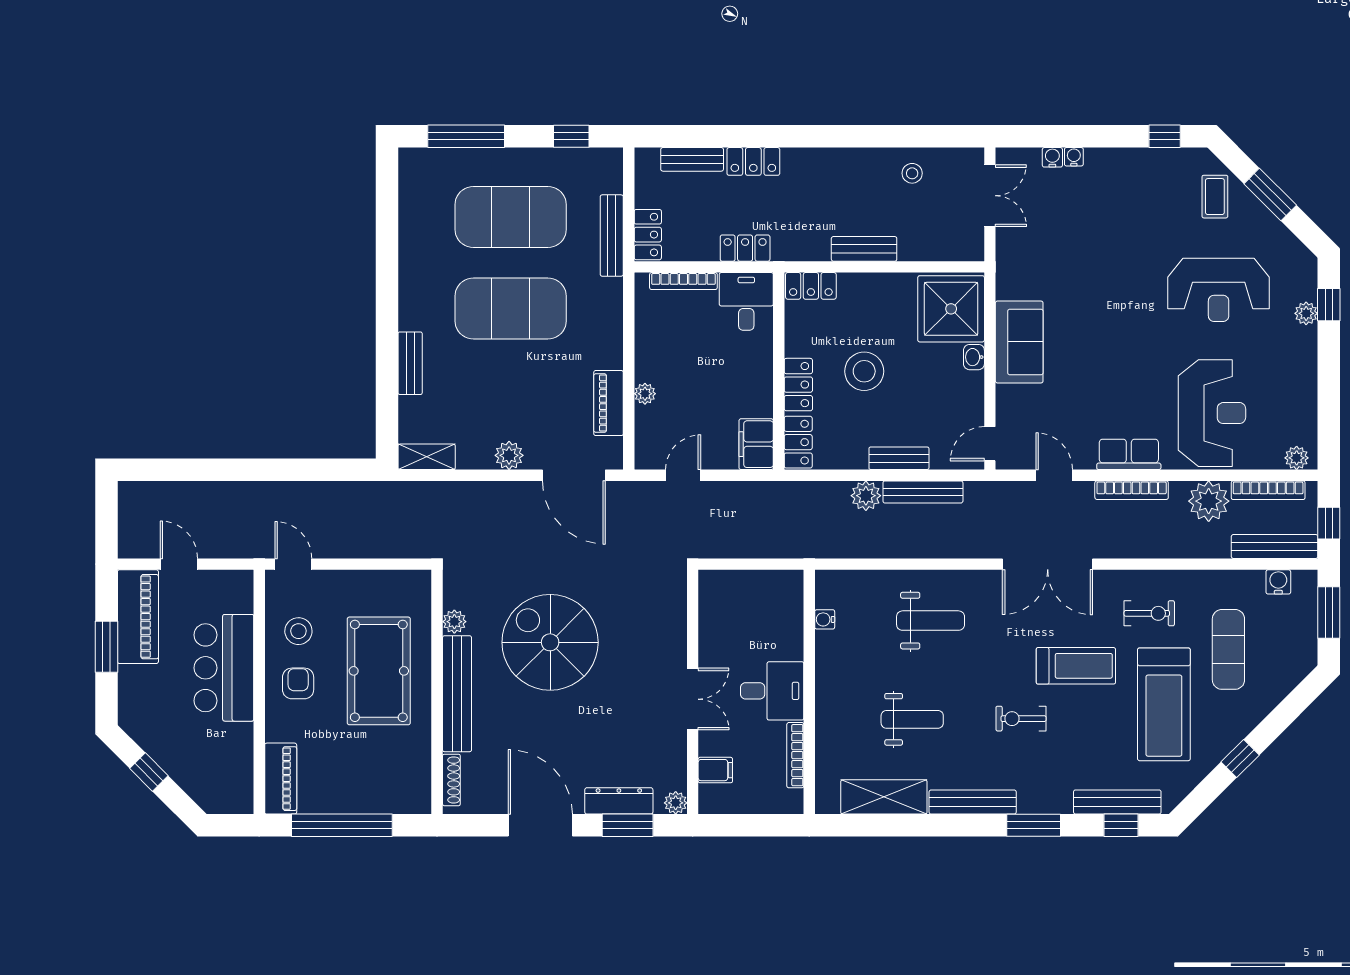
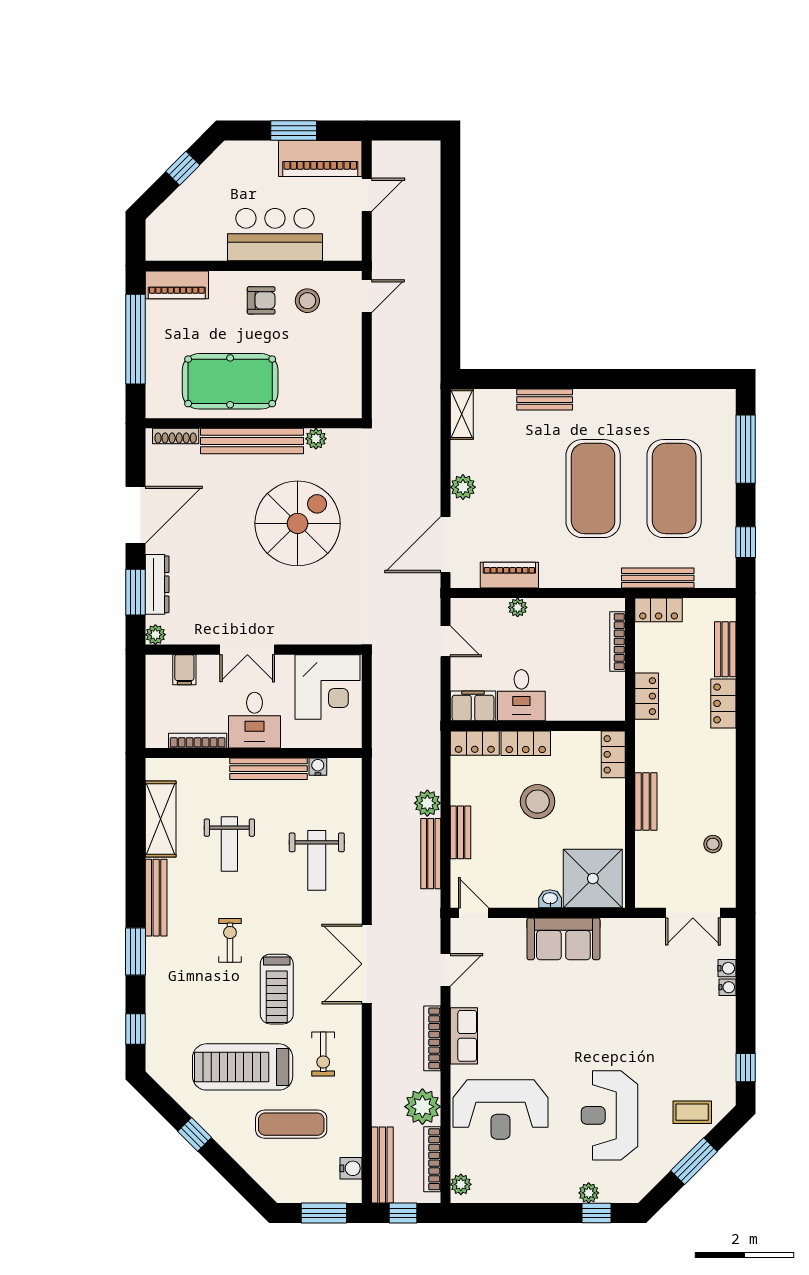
desk: (746, 301) -> (521, 695), moved, turned 90
corner desk: (735, 609) -> (327, 687), added
pool table: (379, 671) -> (230, 381), moved
bench: (1117, 802) -> (269, 769), moved, turned 90

